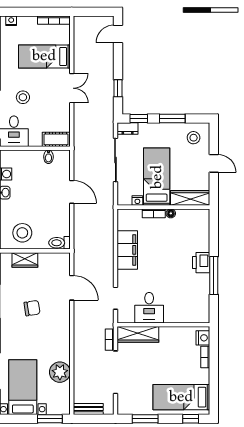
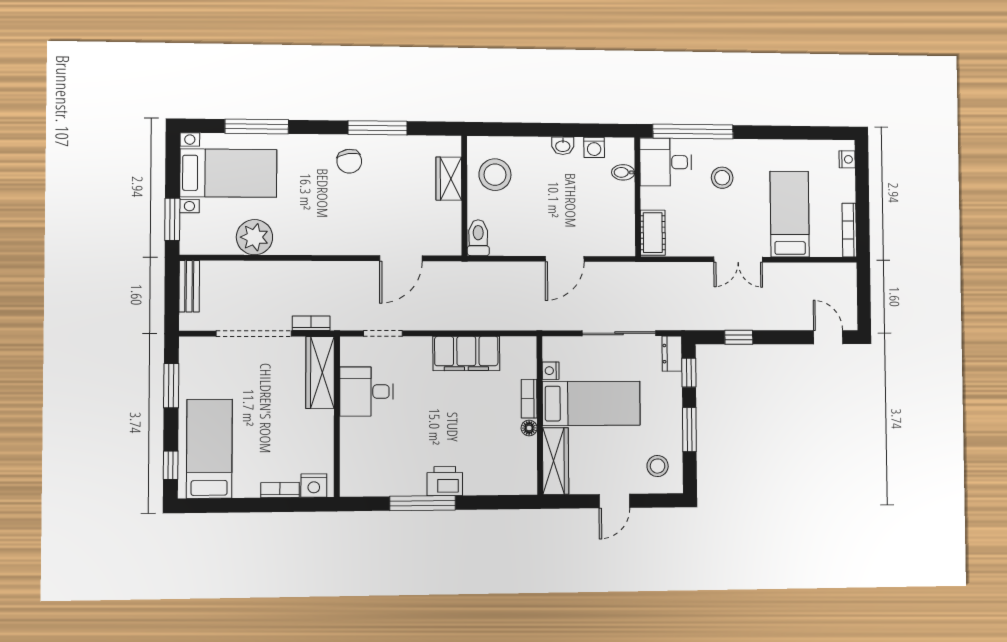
bidet: (48, 157) -> (623, 172), moved
chair: (32, 308) -> (349, 161), moved

